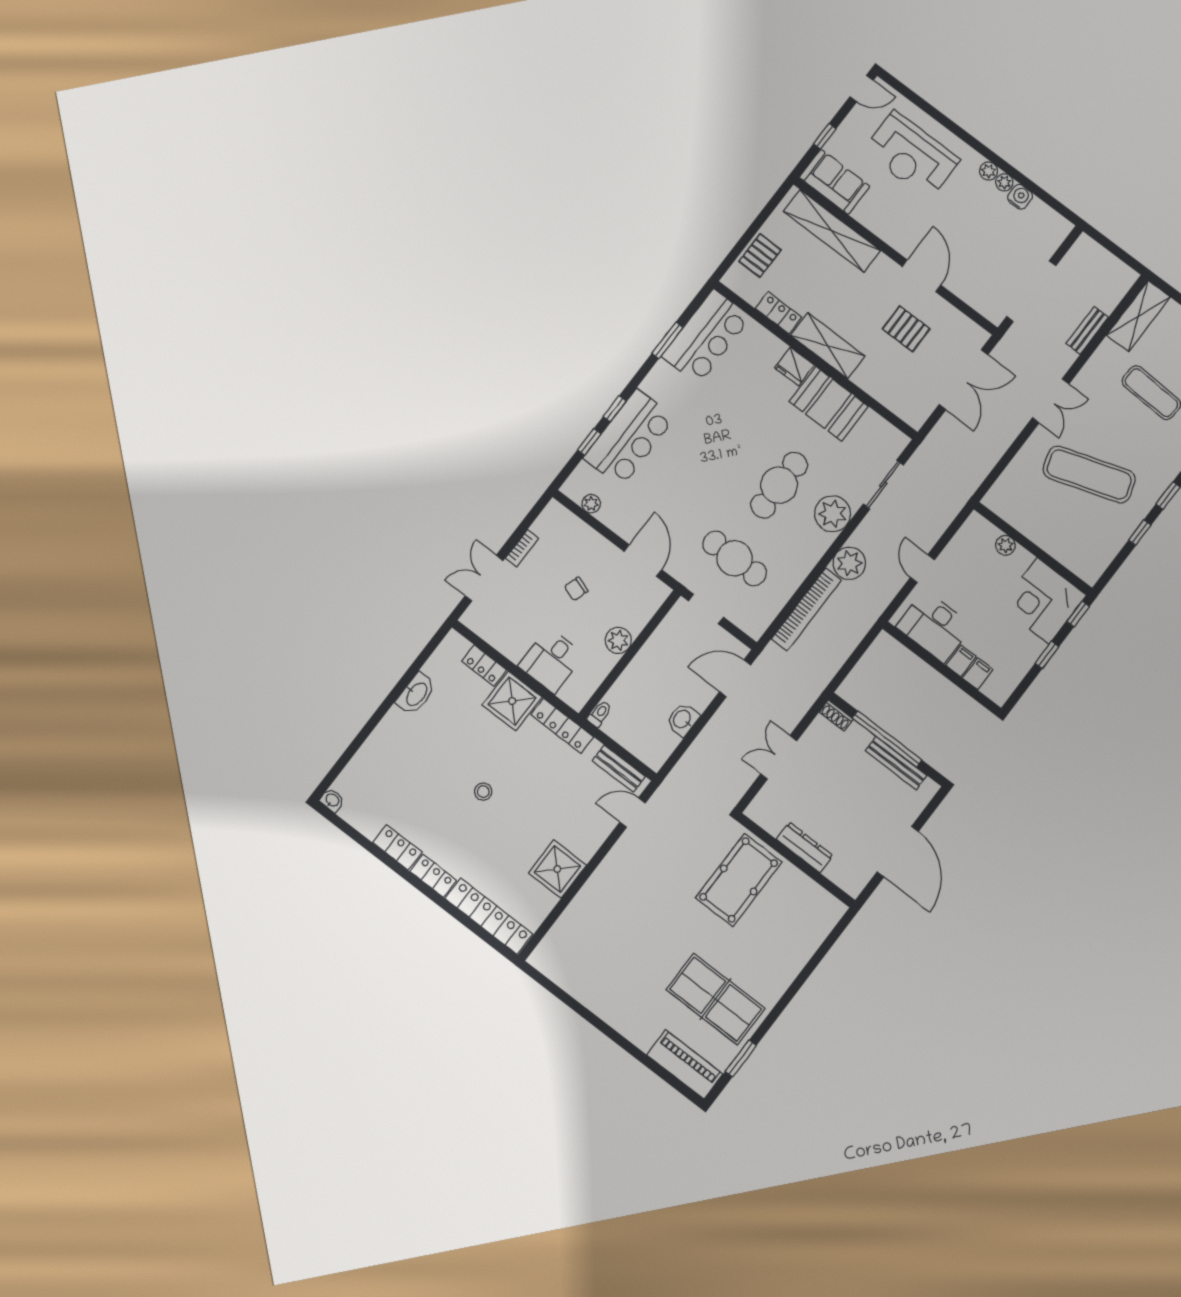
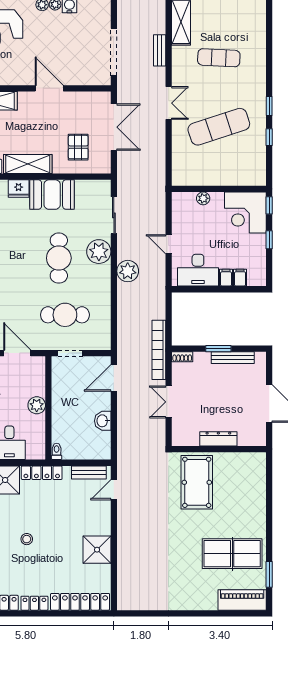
pallet: (906, 329) -> (78, 147), moved, turned 90
bookcase: (806, 609) -> (159, 350), moved, turned 180
window: (887, 739) -> (218, 349), width x0.47

